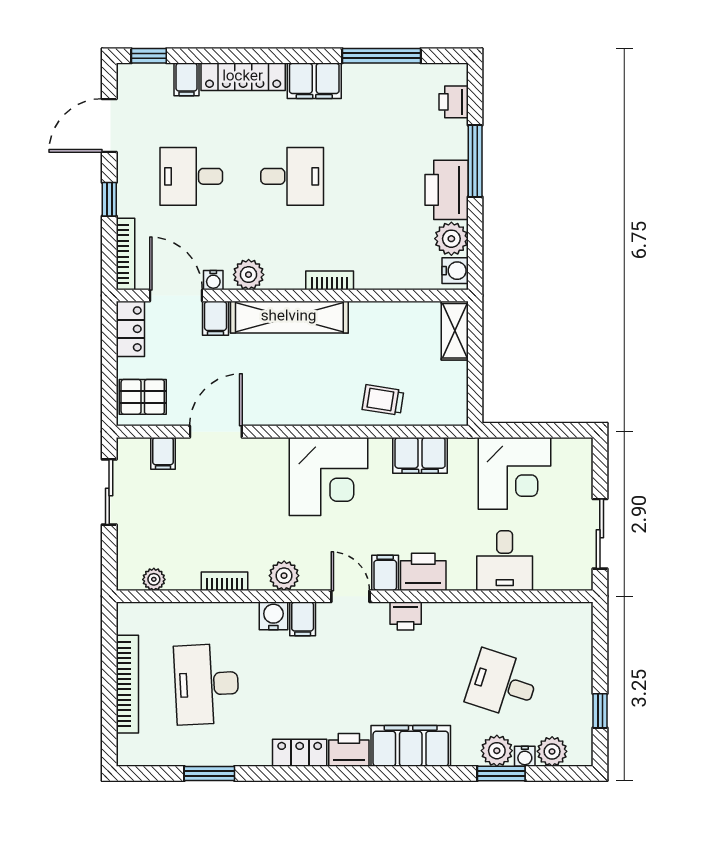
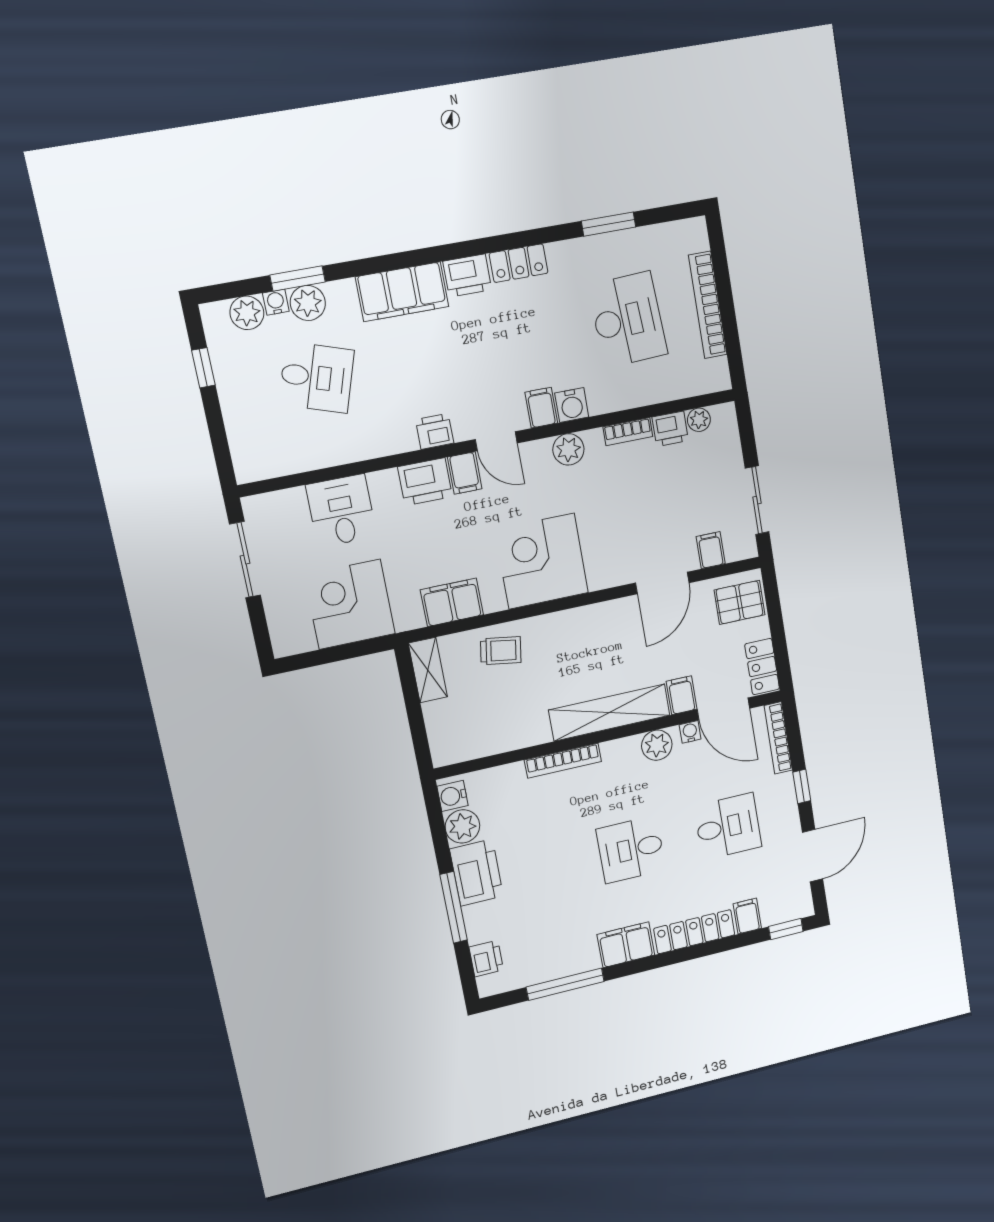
bookcase: (330, 280) -> (563, 761), width x1.56
shelving: (455, 331) -> (428, 670), moved
printer: (183, 576) -> (670, 429), added

